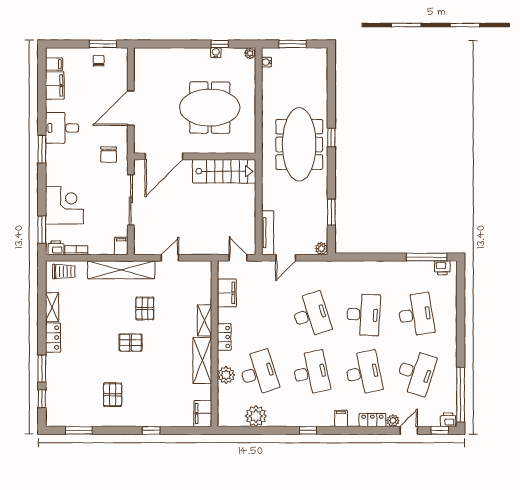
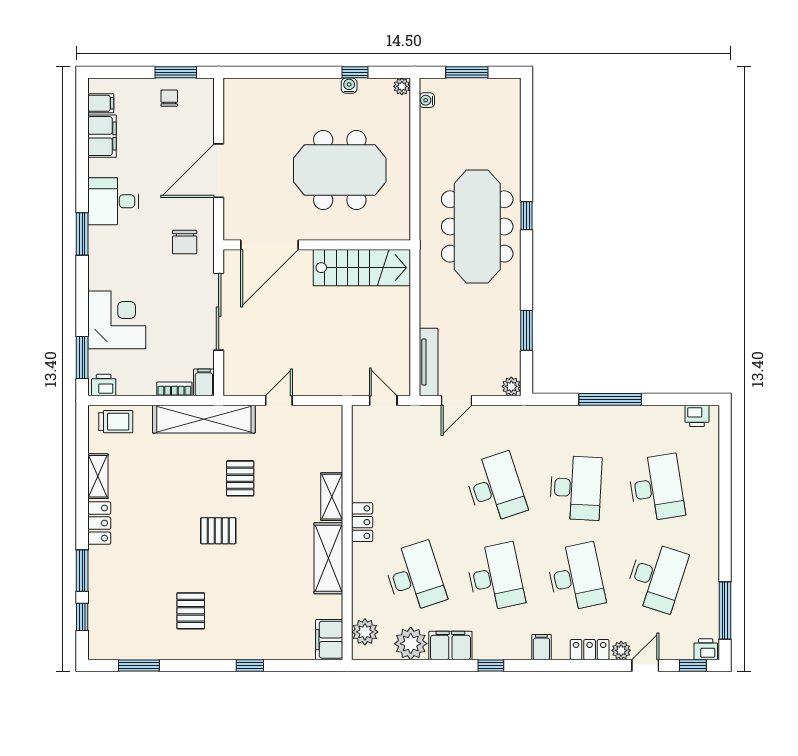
bookcase: (76, 250) -> (174, 389), moved
window: (427, 257) -> (610, 399), moved
filing cabinet: (227, 293) -> (450, 646), moved, turned -90
plant: (226, 375) -> (365, 632), moved
window: (461, 395) -> (725, 611), width x0.68

